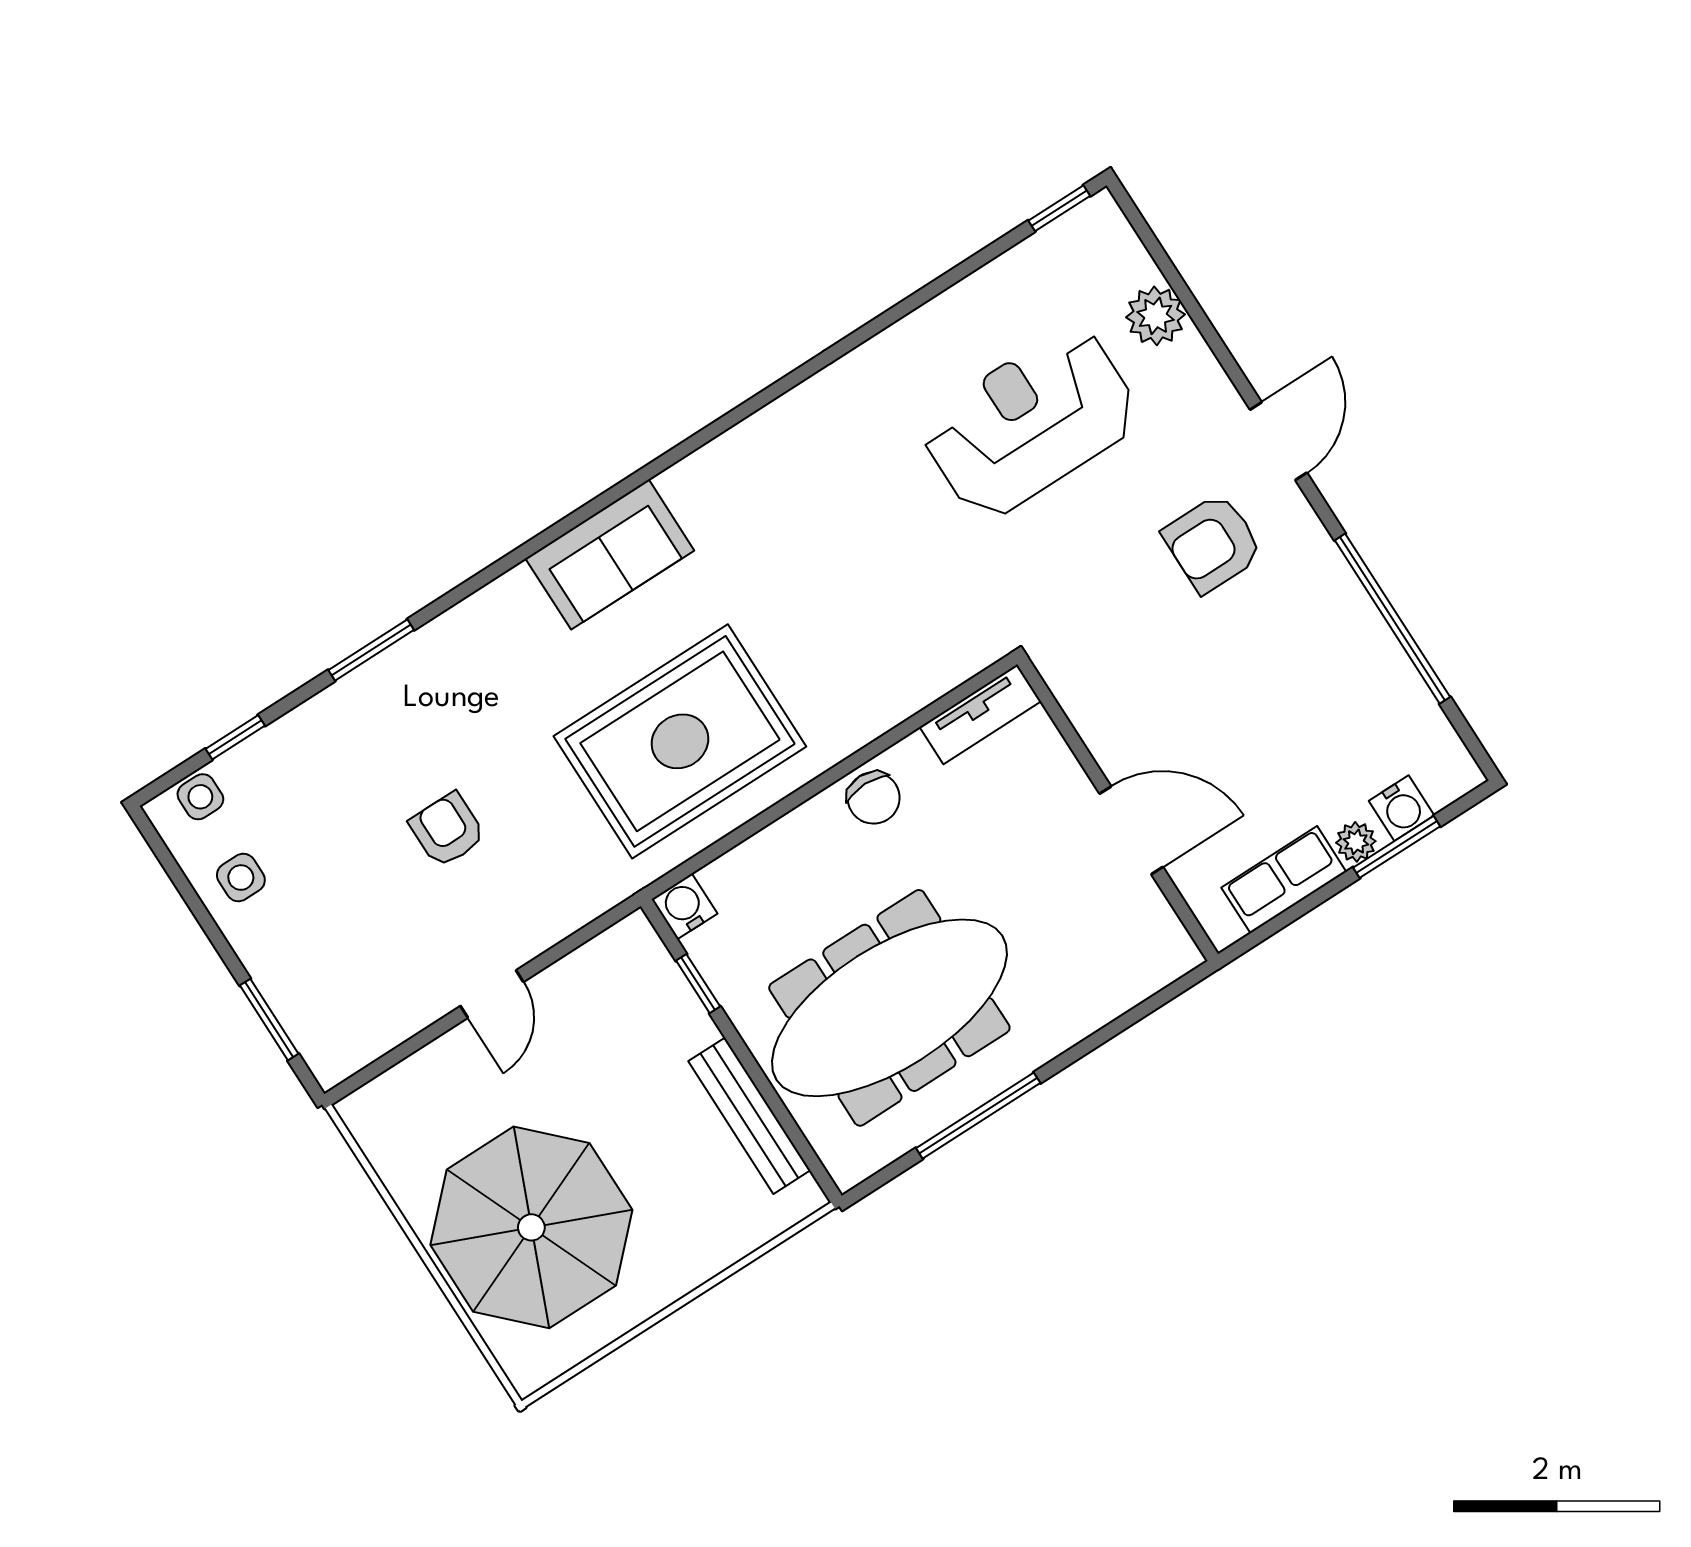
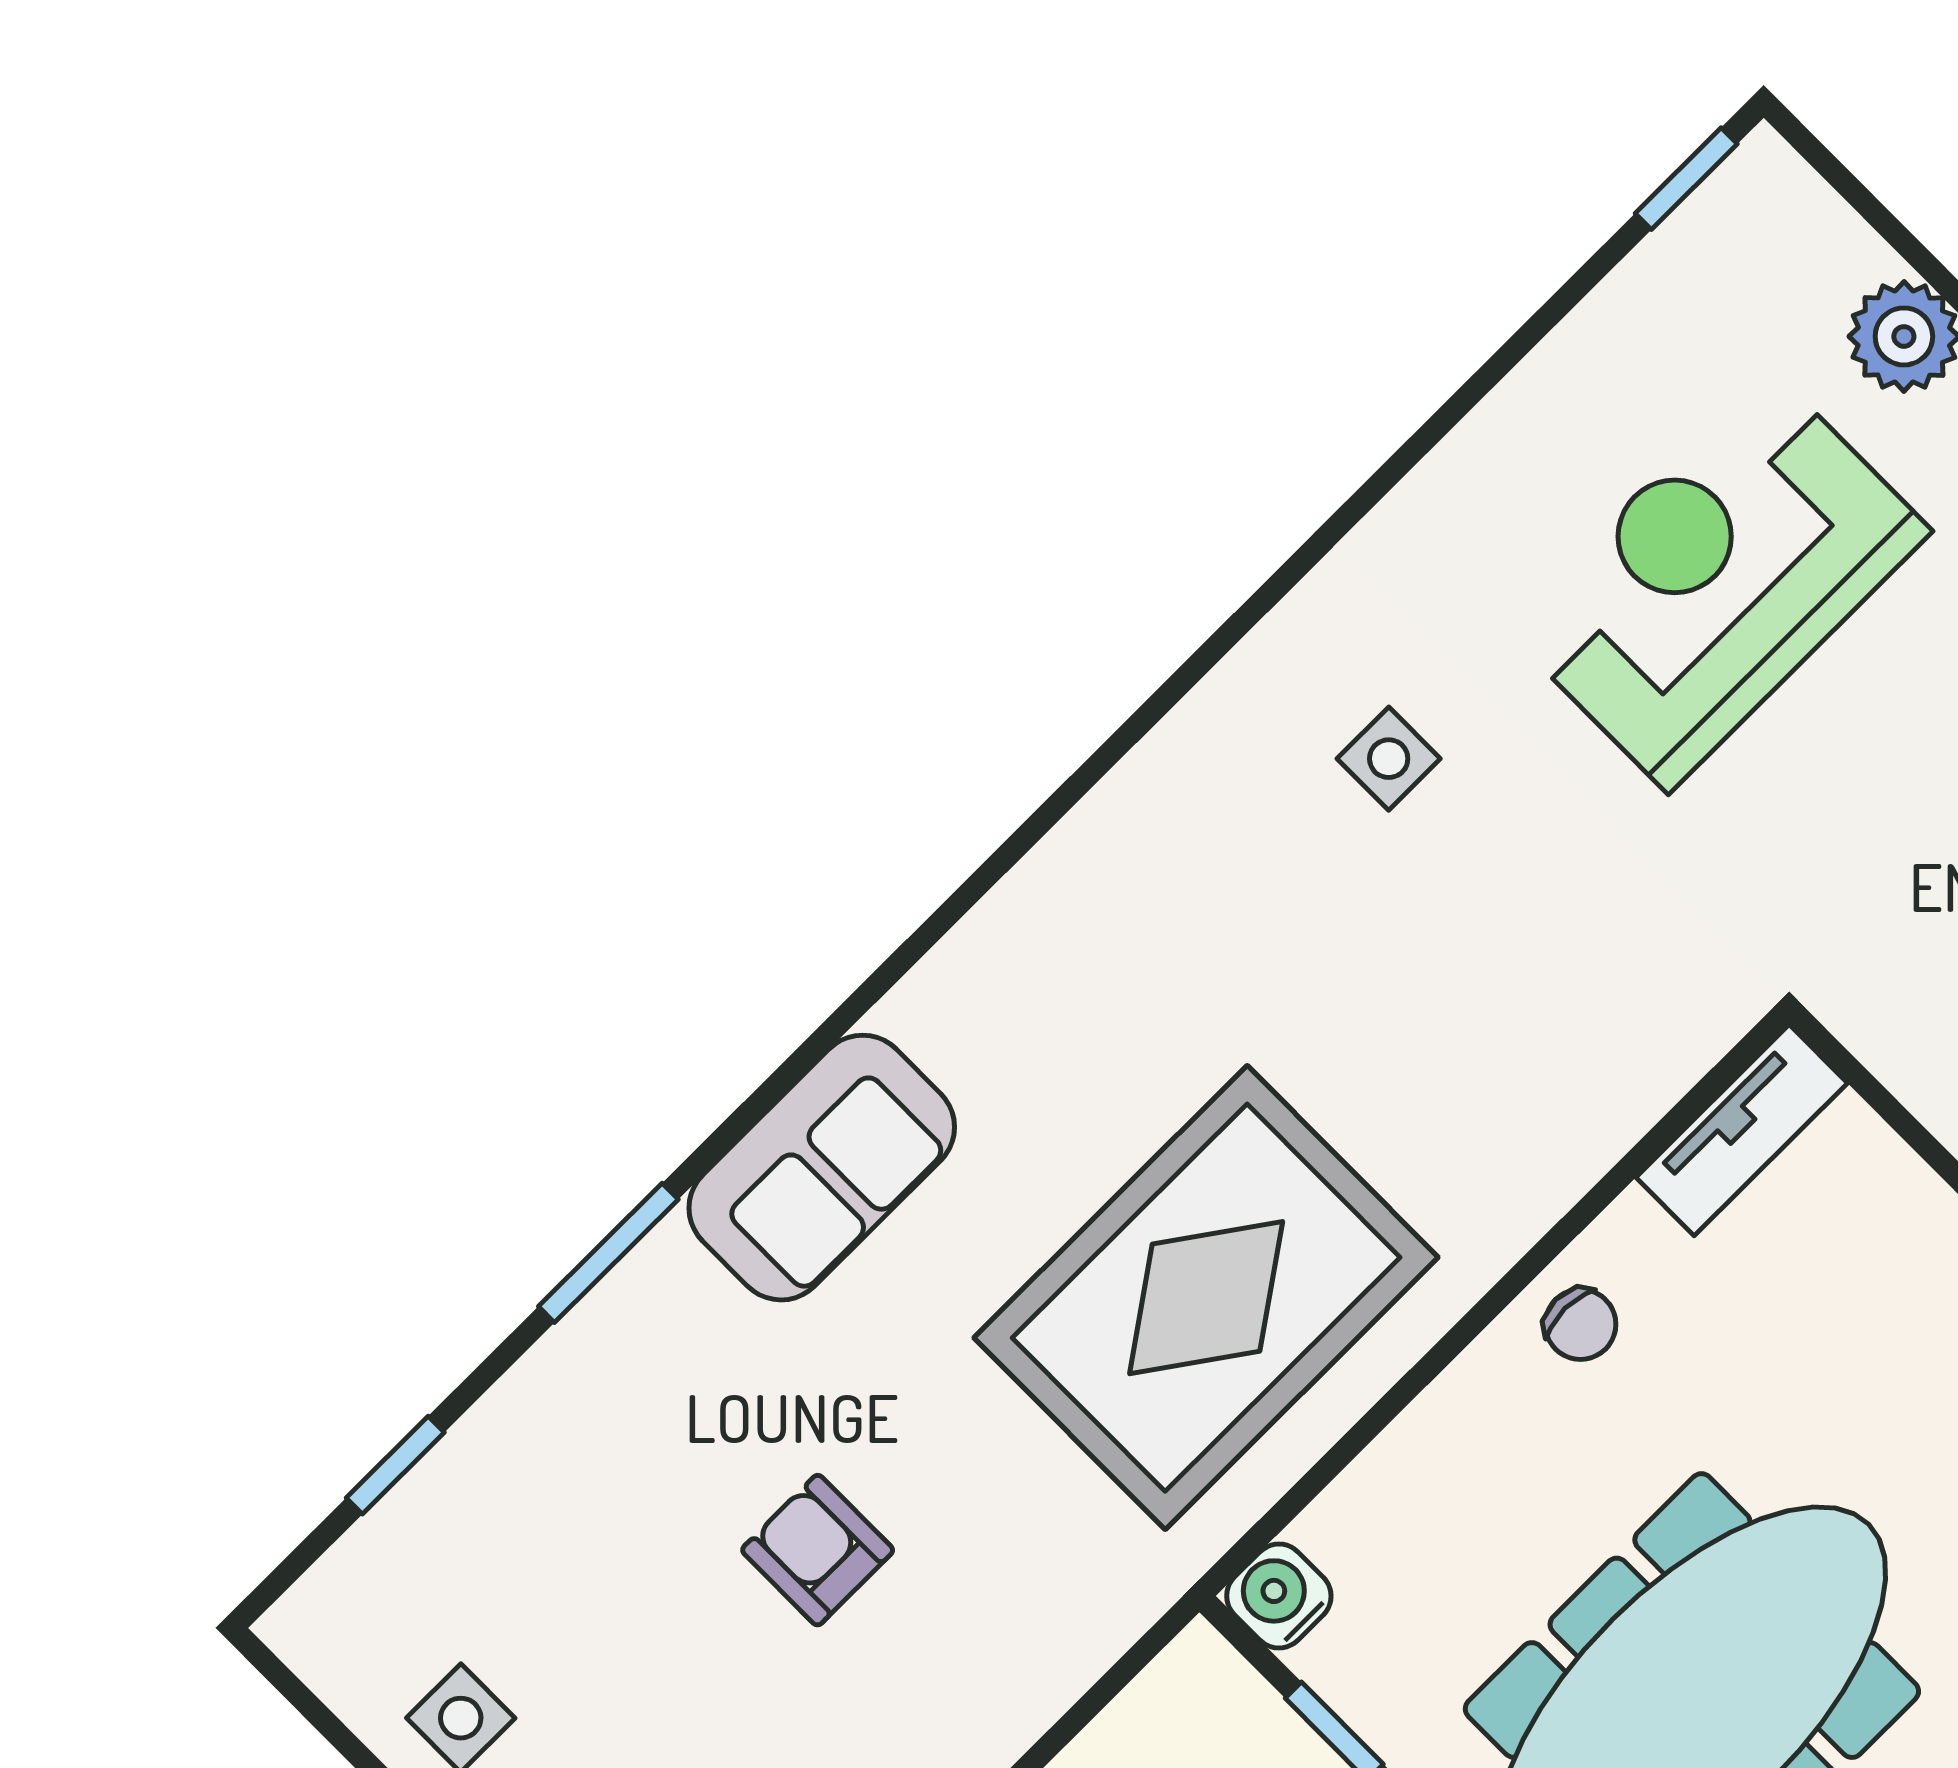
sofa: (610, 554) -> (822, 1168), moved
side table: (200, 797) -> (1389, 759), moved
chair: (874, 798) -> (1581, 1324), width x0.73, depth x0.73

